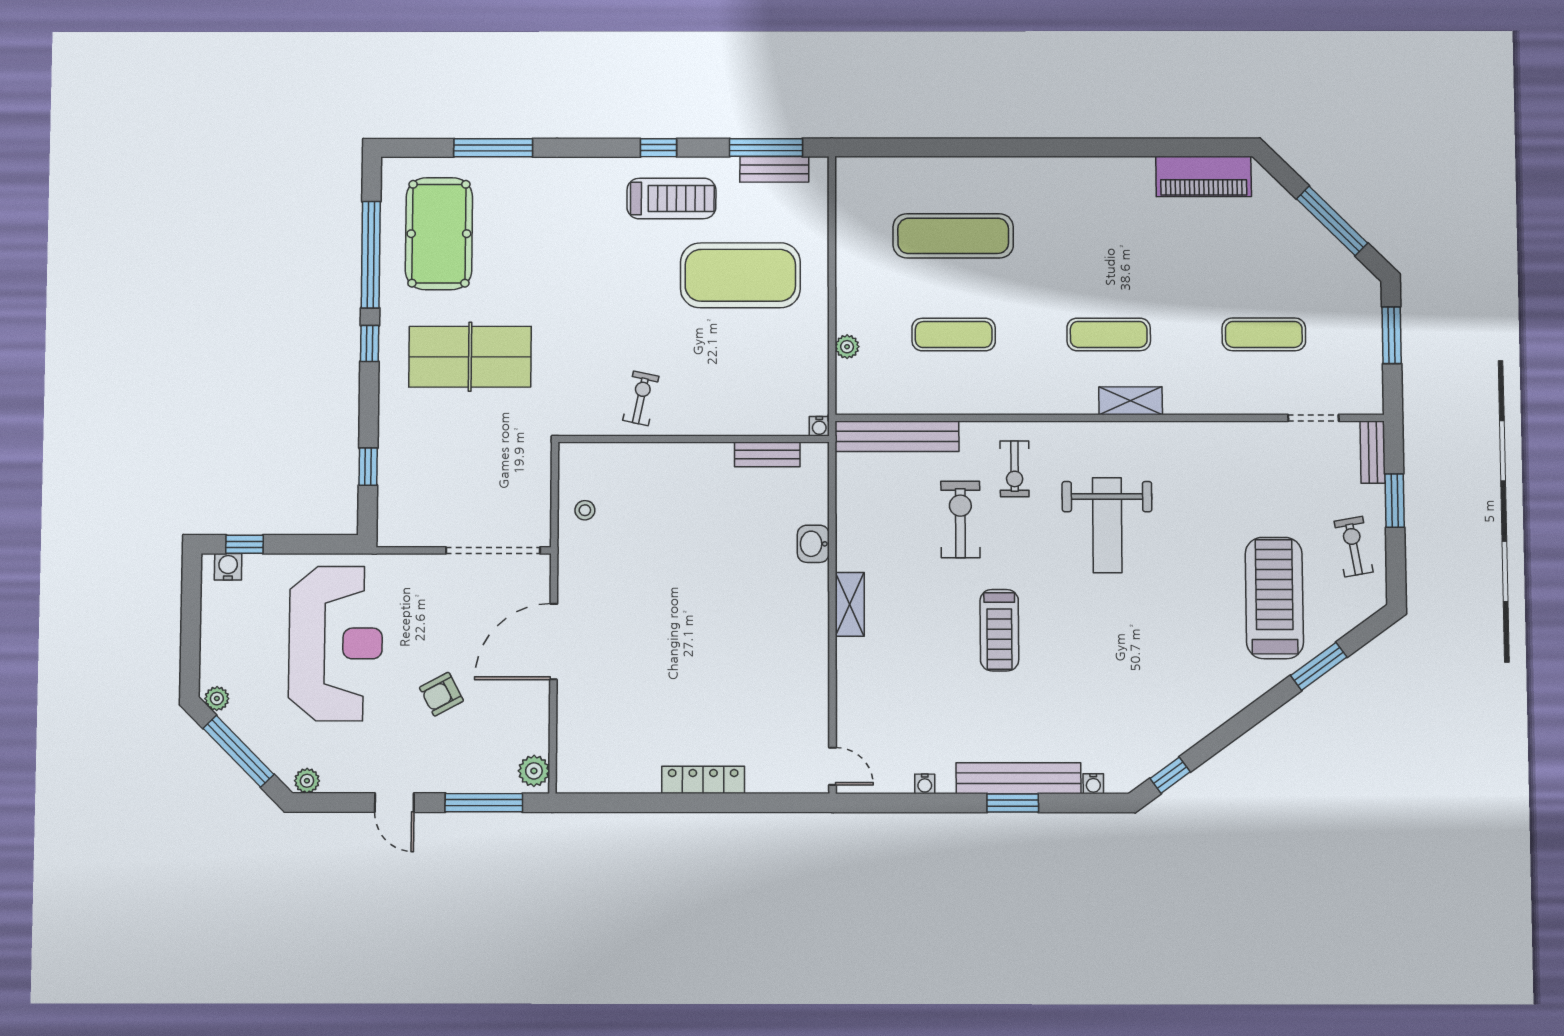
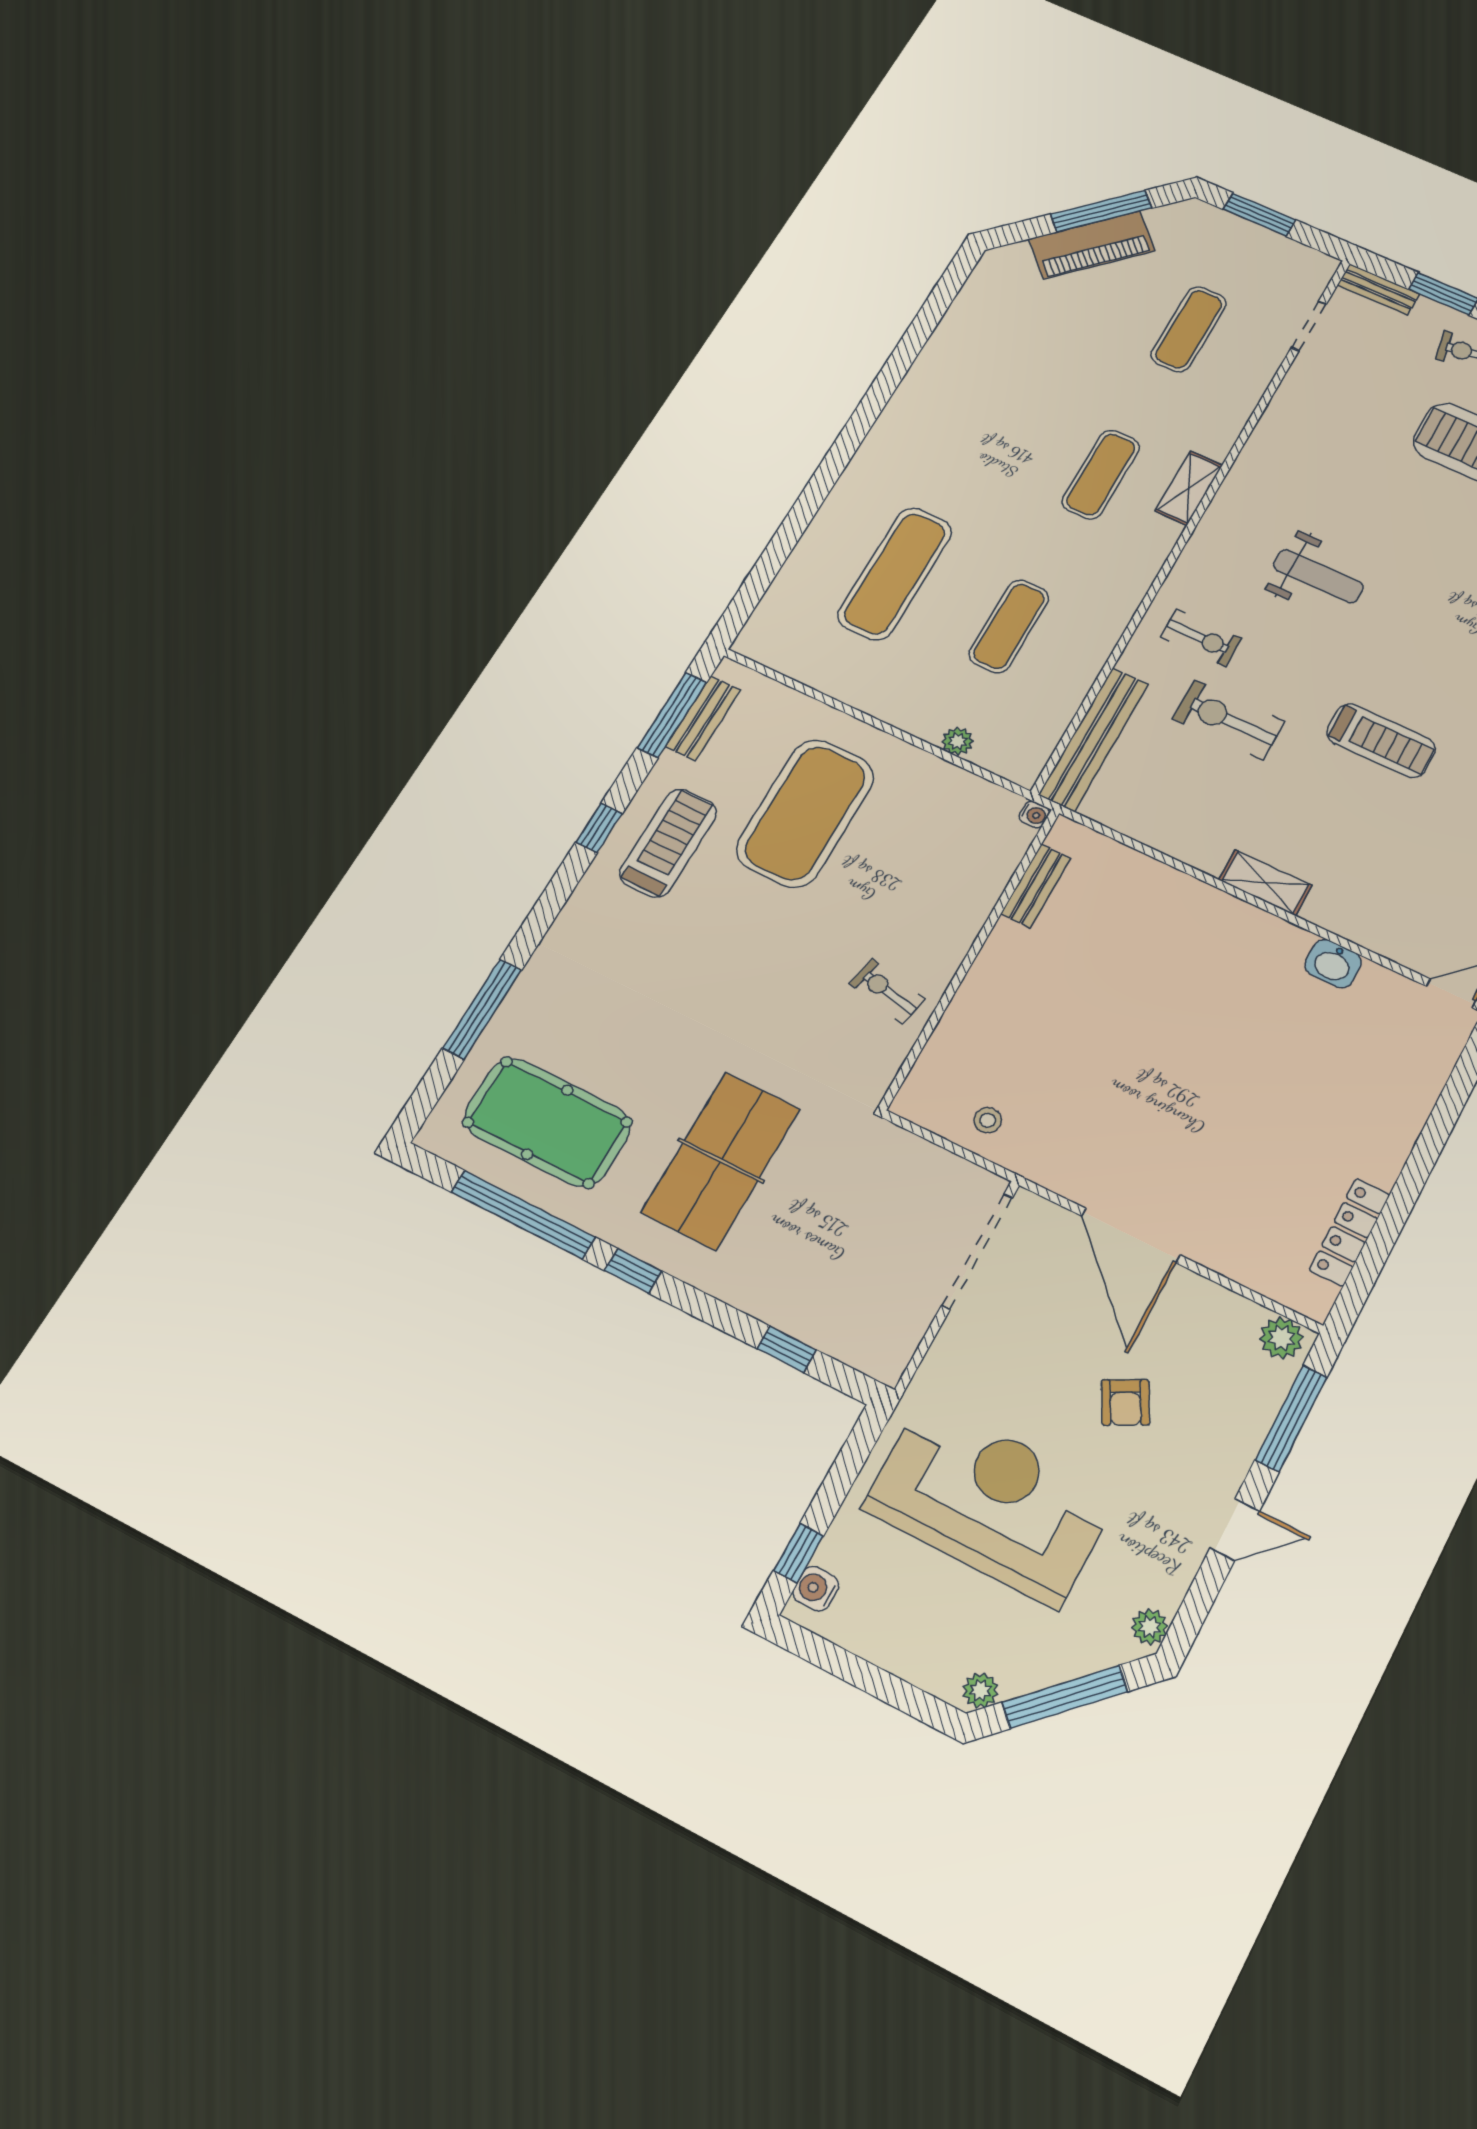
piano: (1204, 176) -> (1092, 245), moved, turned 45
weight bench: (1107, 525) -> (1318, 576), width x0.73, depth x0.75
washbasin: (813, 544) -> (1333, 964), moved
locker: (703, 780) -> (1350, 1232), moved

